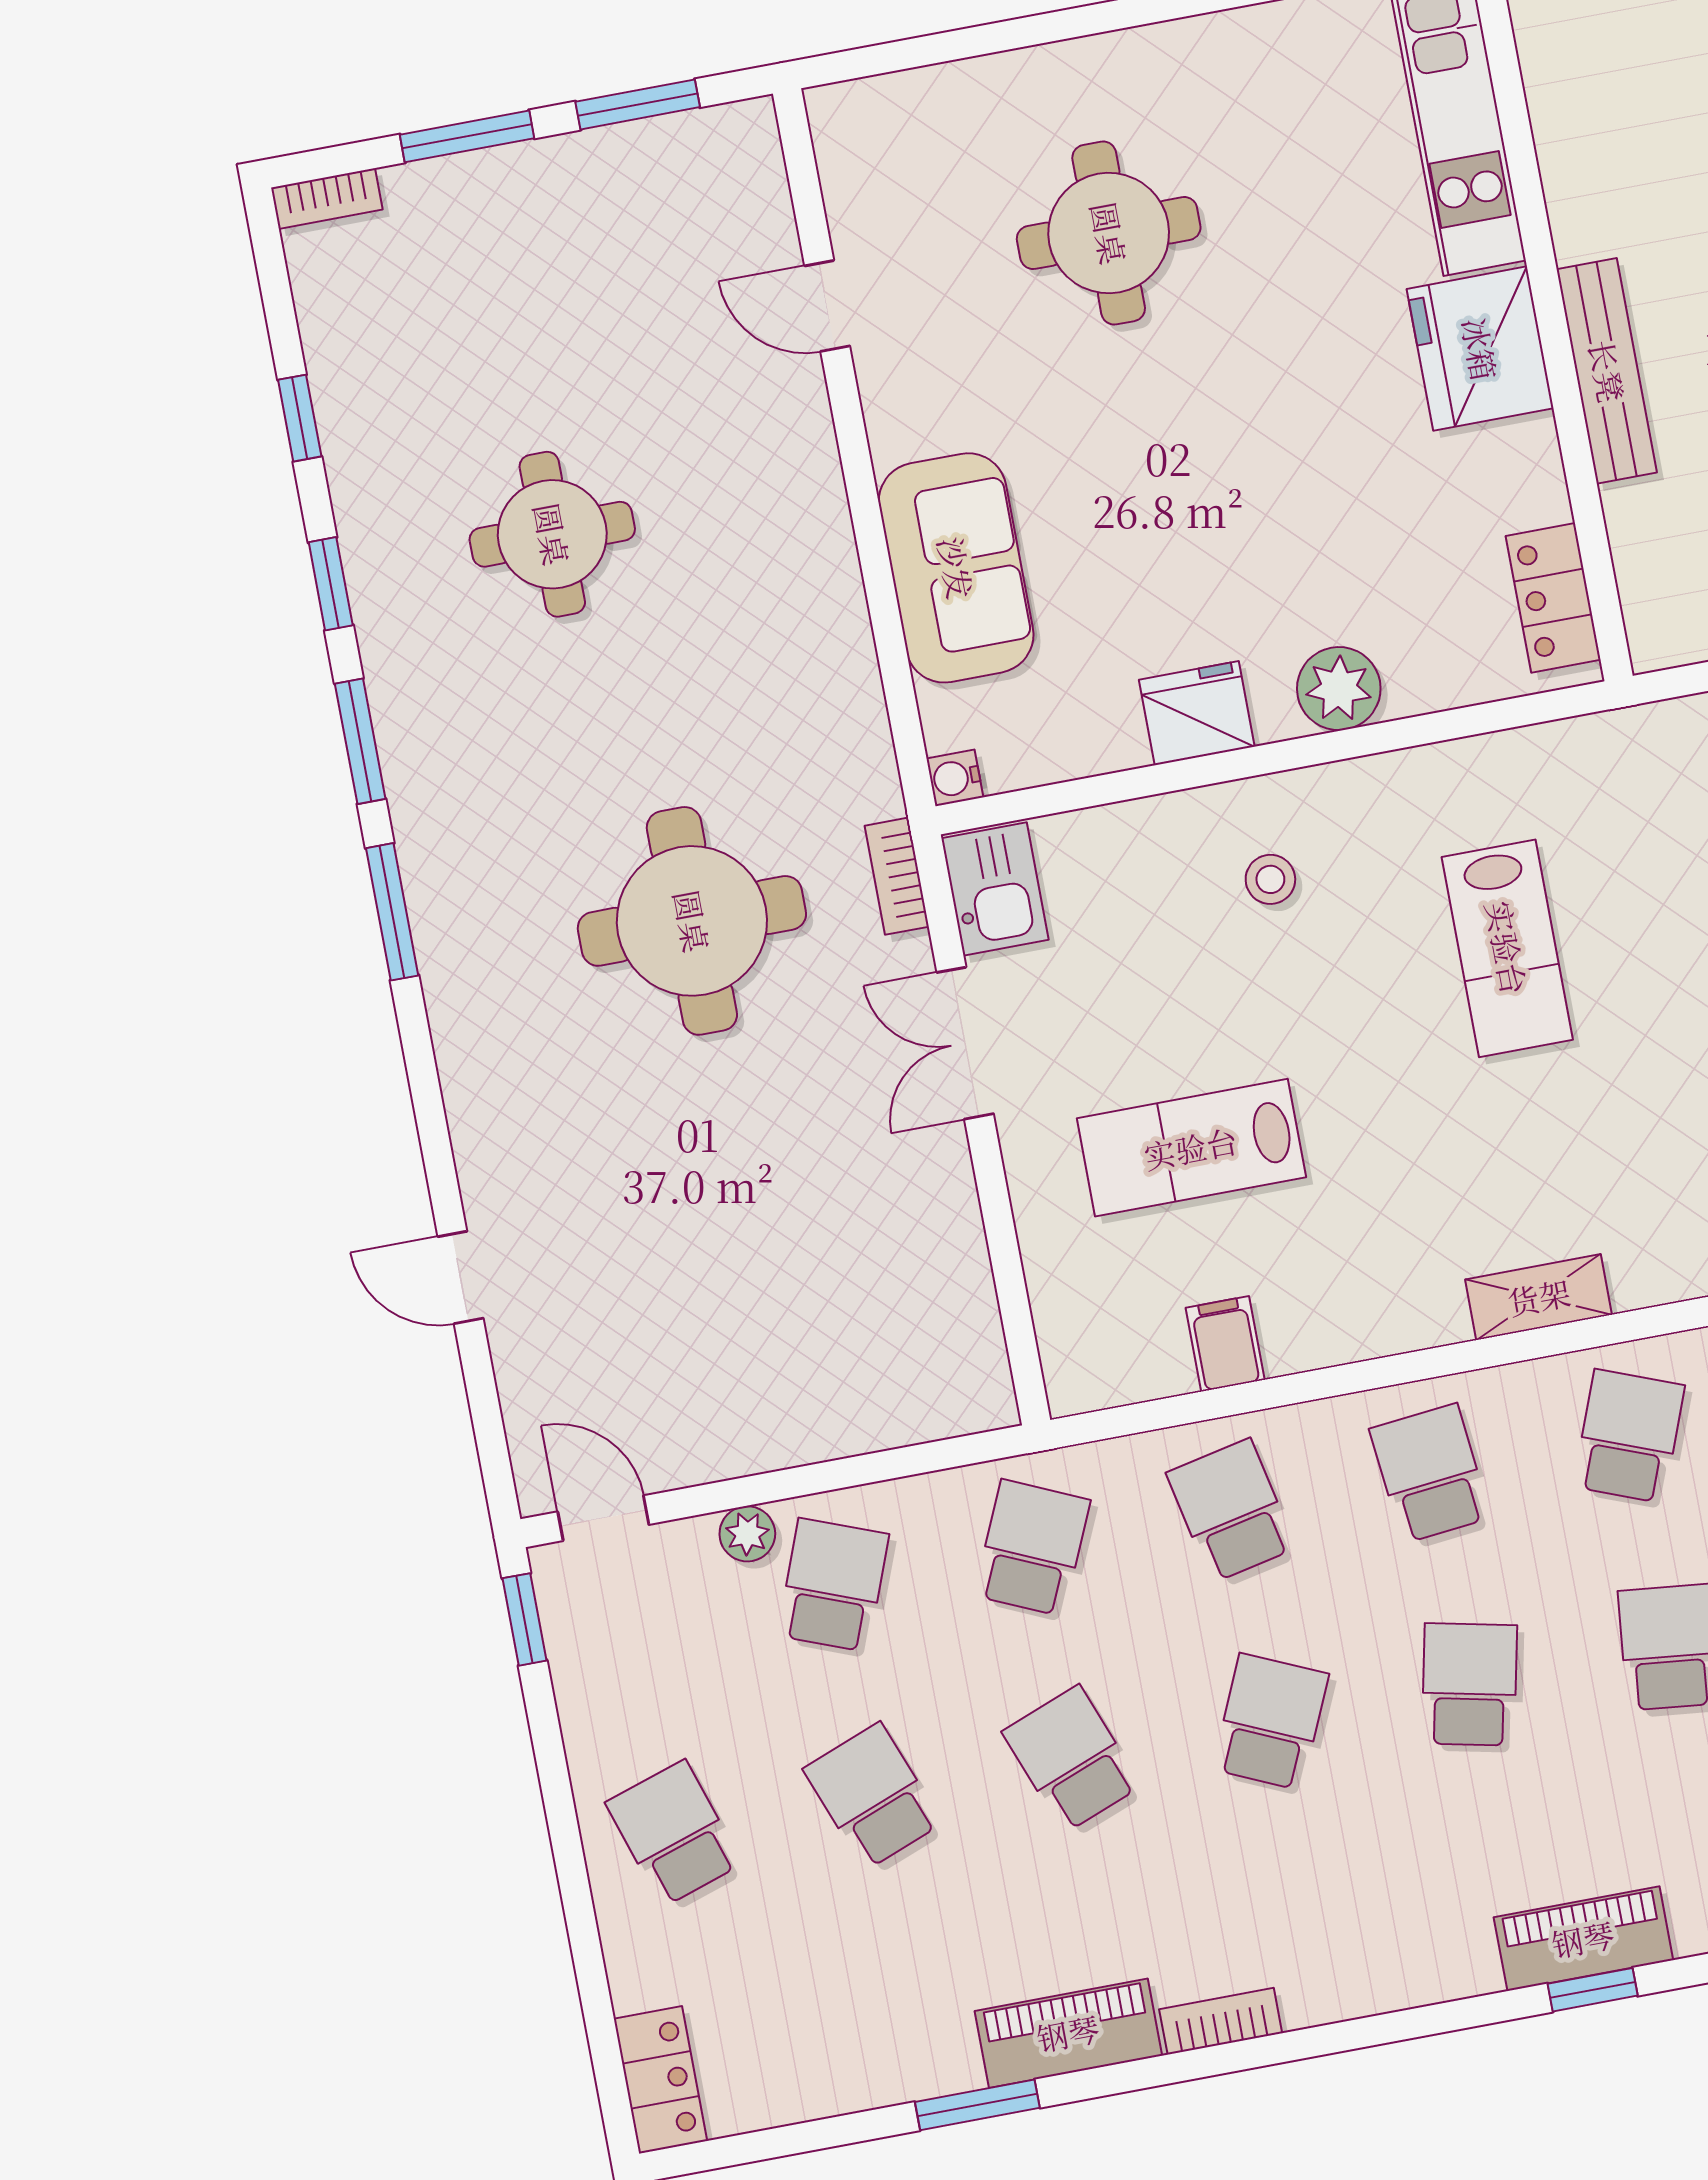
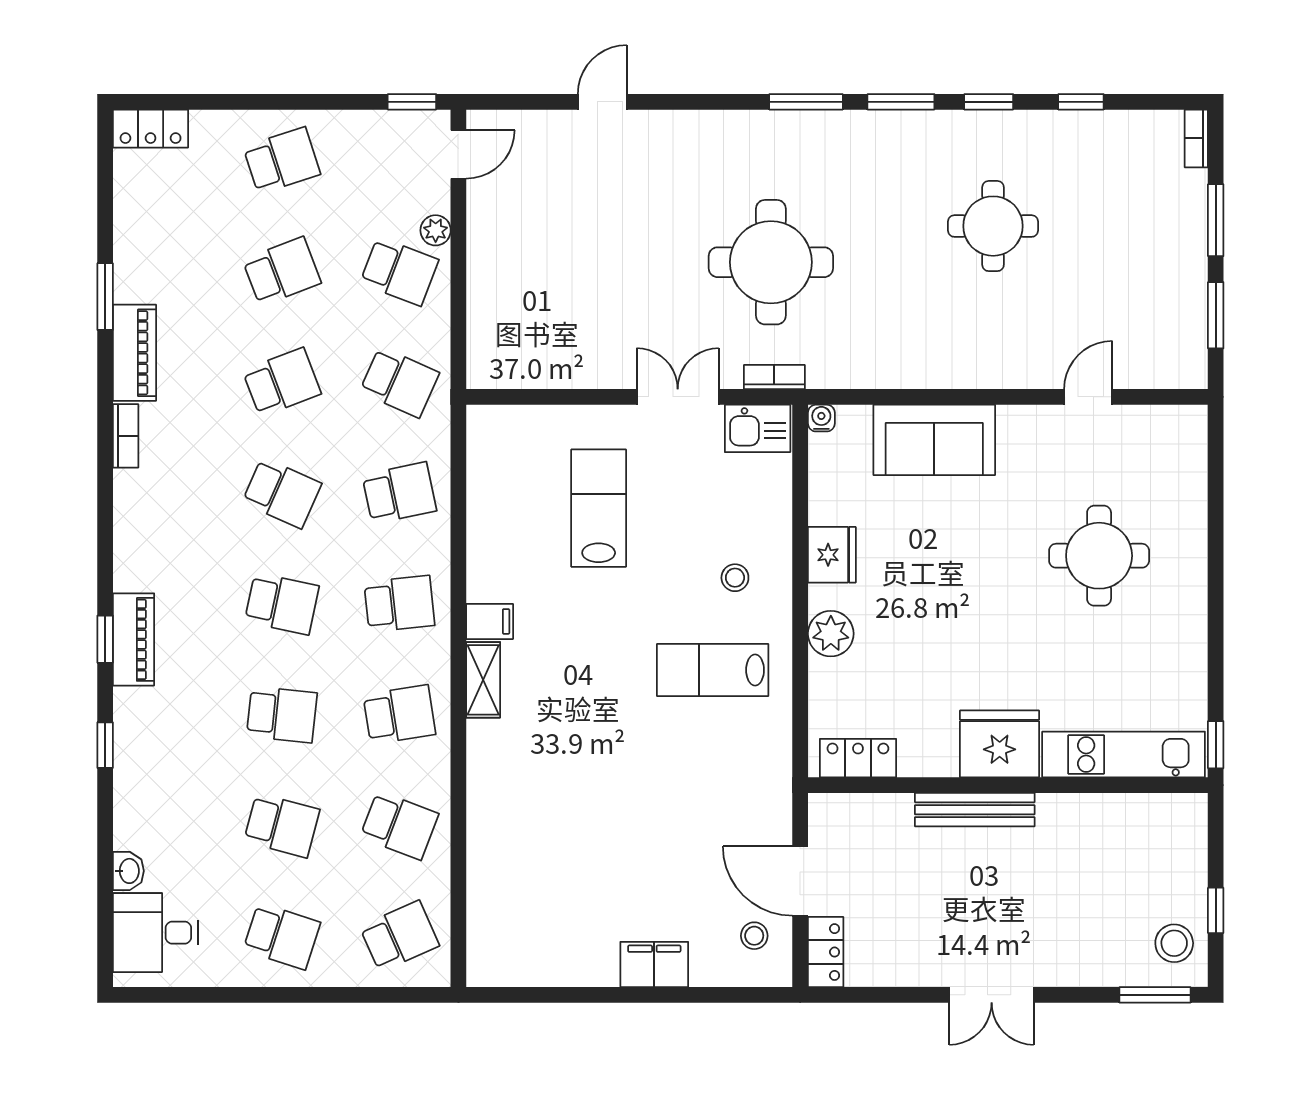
lab bench: (1507, 948) -> (713, 670), moved
filing cabinet: (1225, 1344) -> (490, 621), moved
school desk: (1629, 1436) -> (399, 715), turned -30

